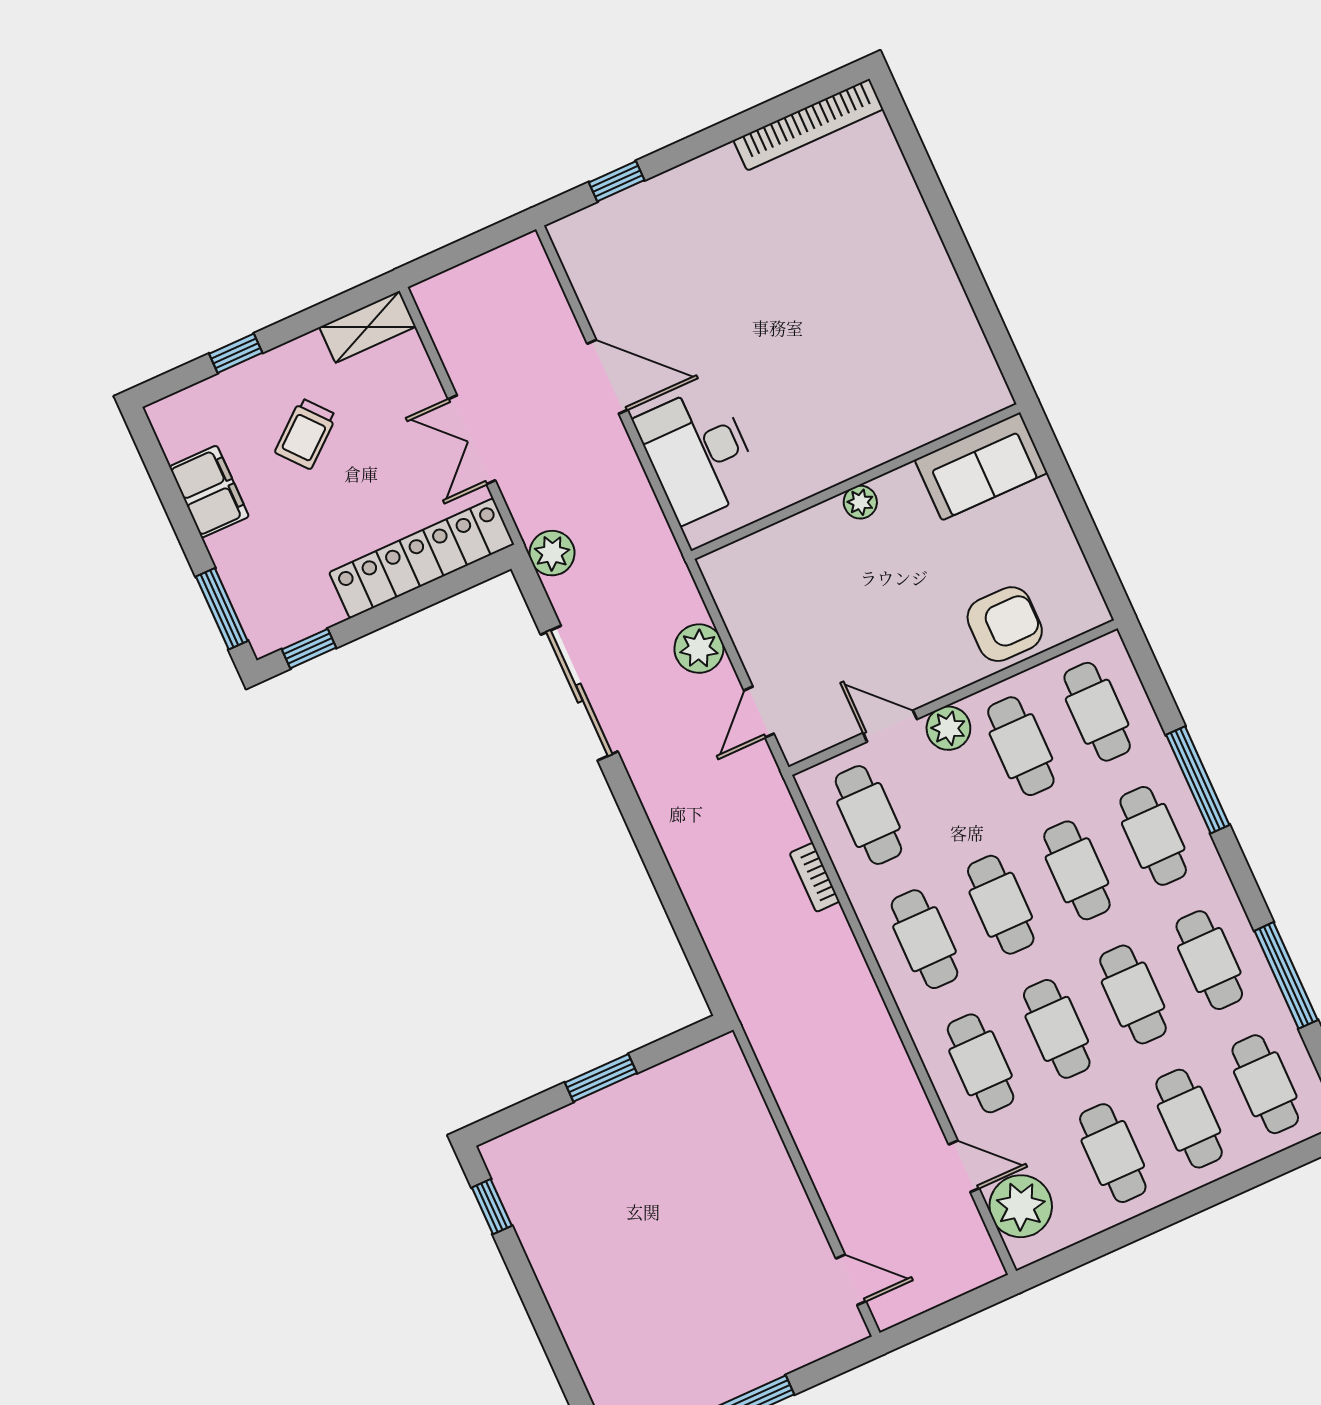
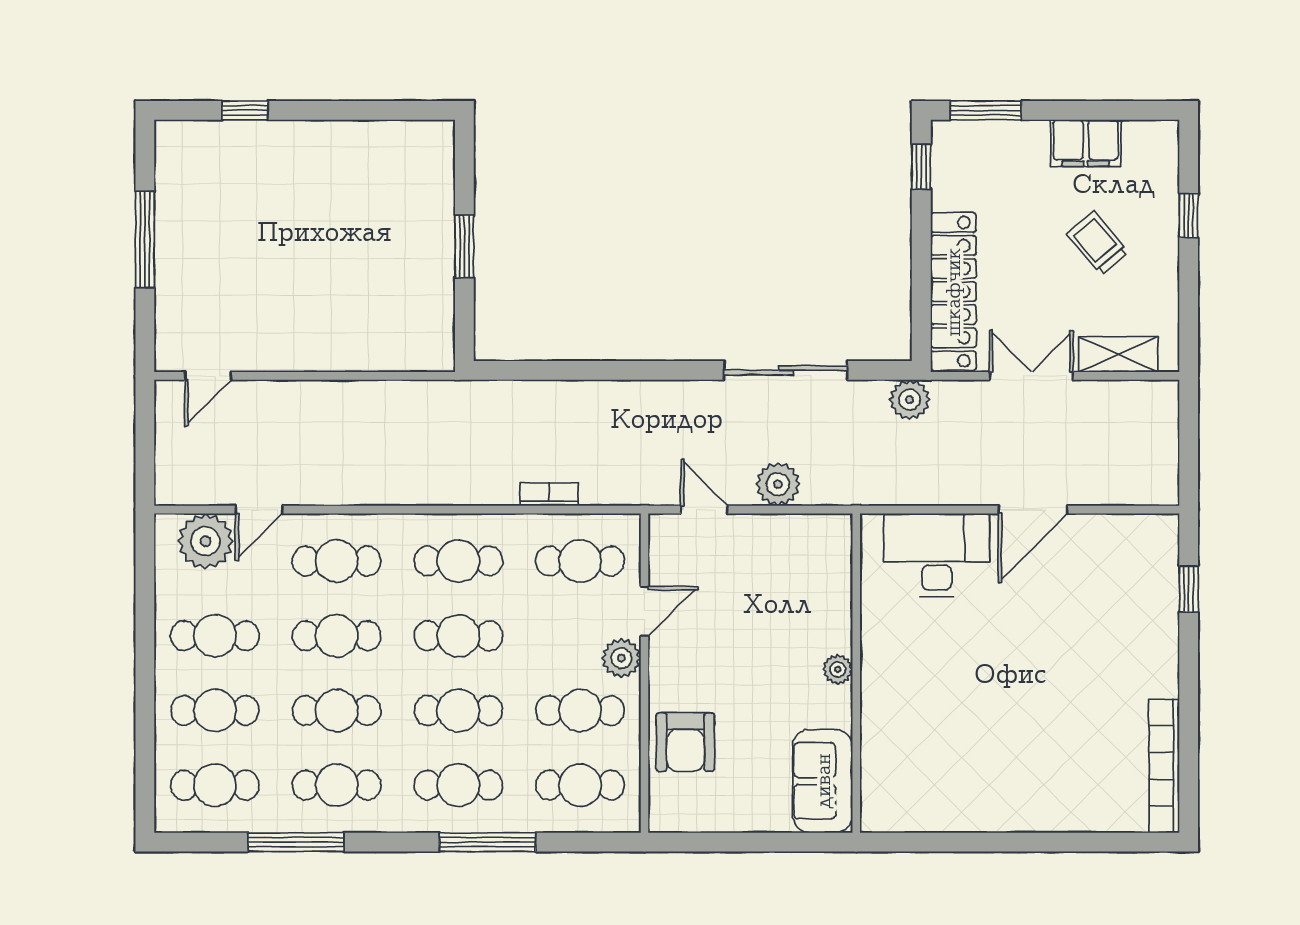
shelving: (368, 327) -> (1118, 354), moved, turned 90
window: (492, 1207) -> (245, 110), moved

